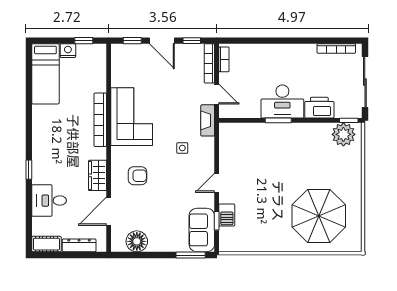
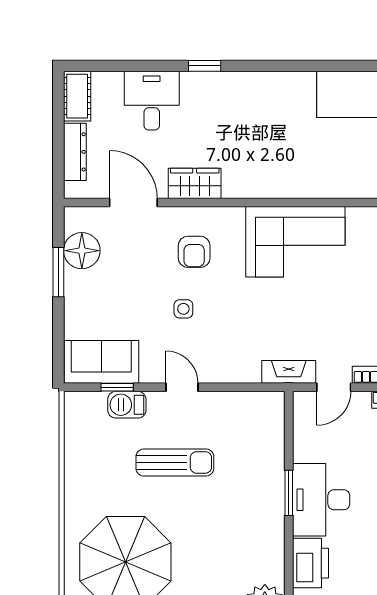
bookcase: (100, 120) -> (290, 188), removed
side table: (182, 148) -> (183, 309), moved
sun lounger: (261, 187) -> (175, 462), added
window: (191, 255) -> (58, 272), moved

